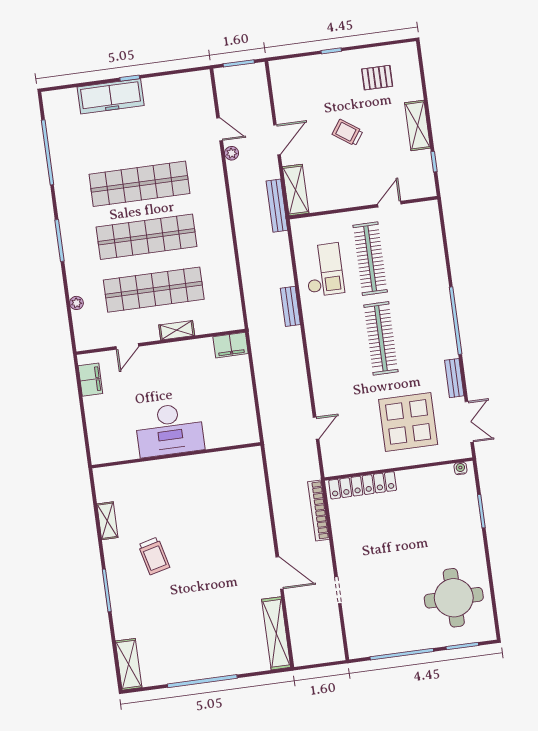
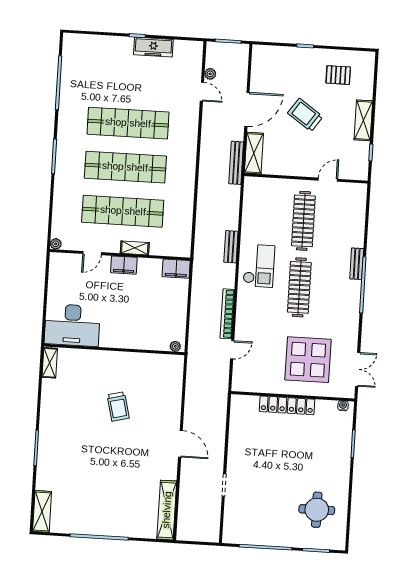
freezer: (111, 96) -> (153, 47), moved, width x0.73, depth x0.79
trolley: (347, 133) -> (305, 115), width x1.36, depth x1.39
door: (277, 140) -> (247, 109), width x1.36
plant: (232, 153) -> (210, 74), moved
checkout: (324, 270) -> (259, 266), moved
plant: (77, 303) -> (56, 244), moved
bench: (454, 378) -> (357, 264), moved
filing cabinet: (90, 380) -> (124, 265), moved, turned 90
desk: (170, 430) -> (72, 325), moved
plant: (248, 437) -> (175, 346), added
locker: (363, 485) -> (287, 405), moved
bookcase: (319, 511) -> (227, 314), moved
shelving: (107, 521) -> (50, 363), moved
trolley: (154, 556) -> (118, 407), moved
door: (280, 573) -> (180, 444), moved
round table: (454, 598) -> (317, 510), width x0.73, depth x0.73

